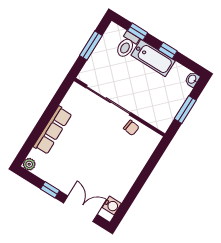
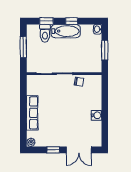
water cooler: (112, 206) -> (97, 115), moved
double door: (80, 209) -> (79, 150), swing flipped

